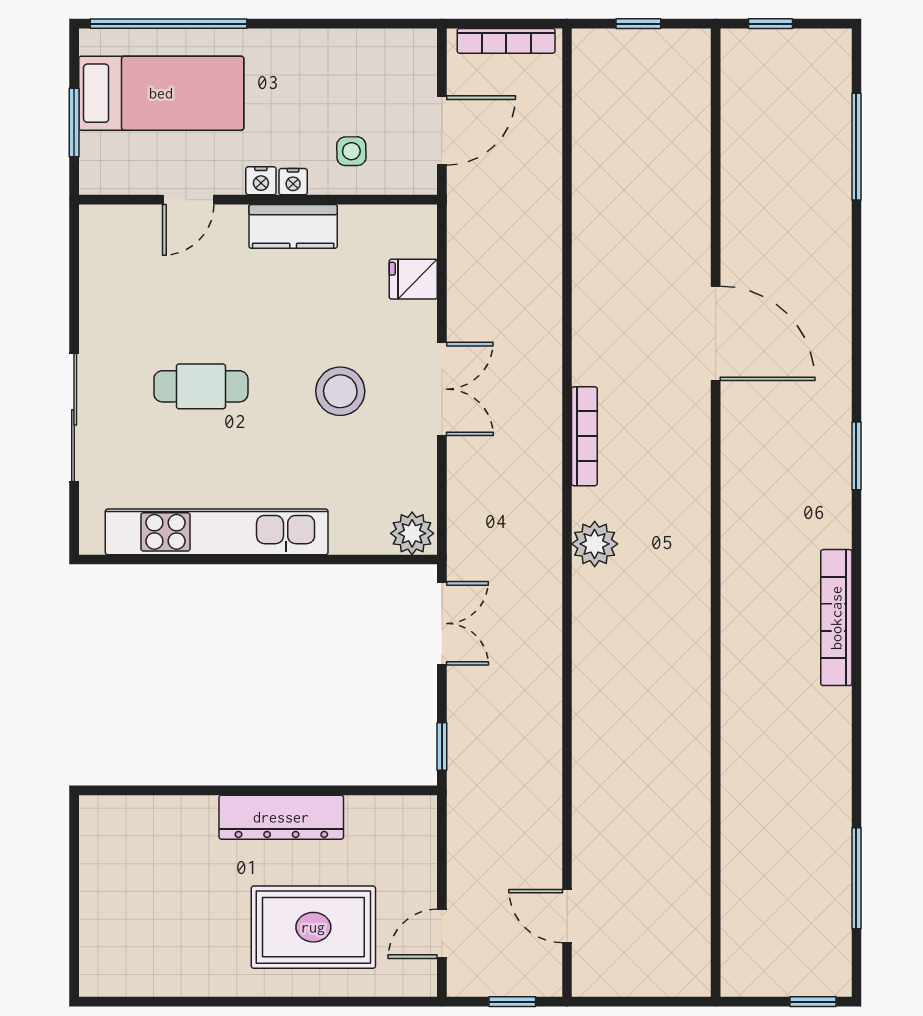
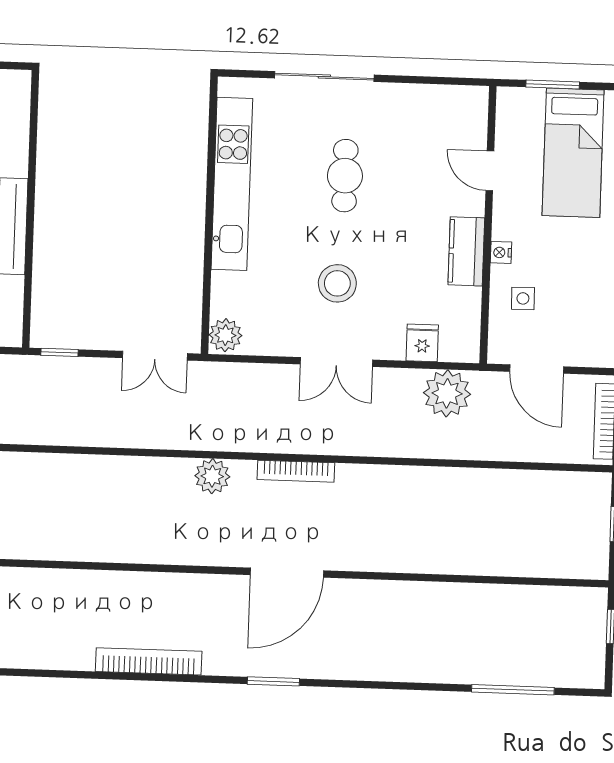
nightstand: (261, 181) -> (502, 228), removed
plant: (477, 245) -> (447, 393), added
door: (716, 333) -> (287, 573), moved

